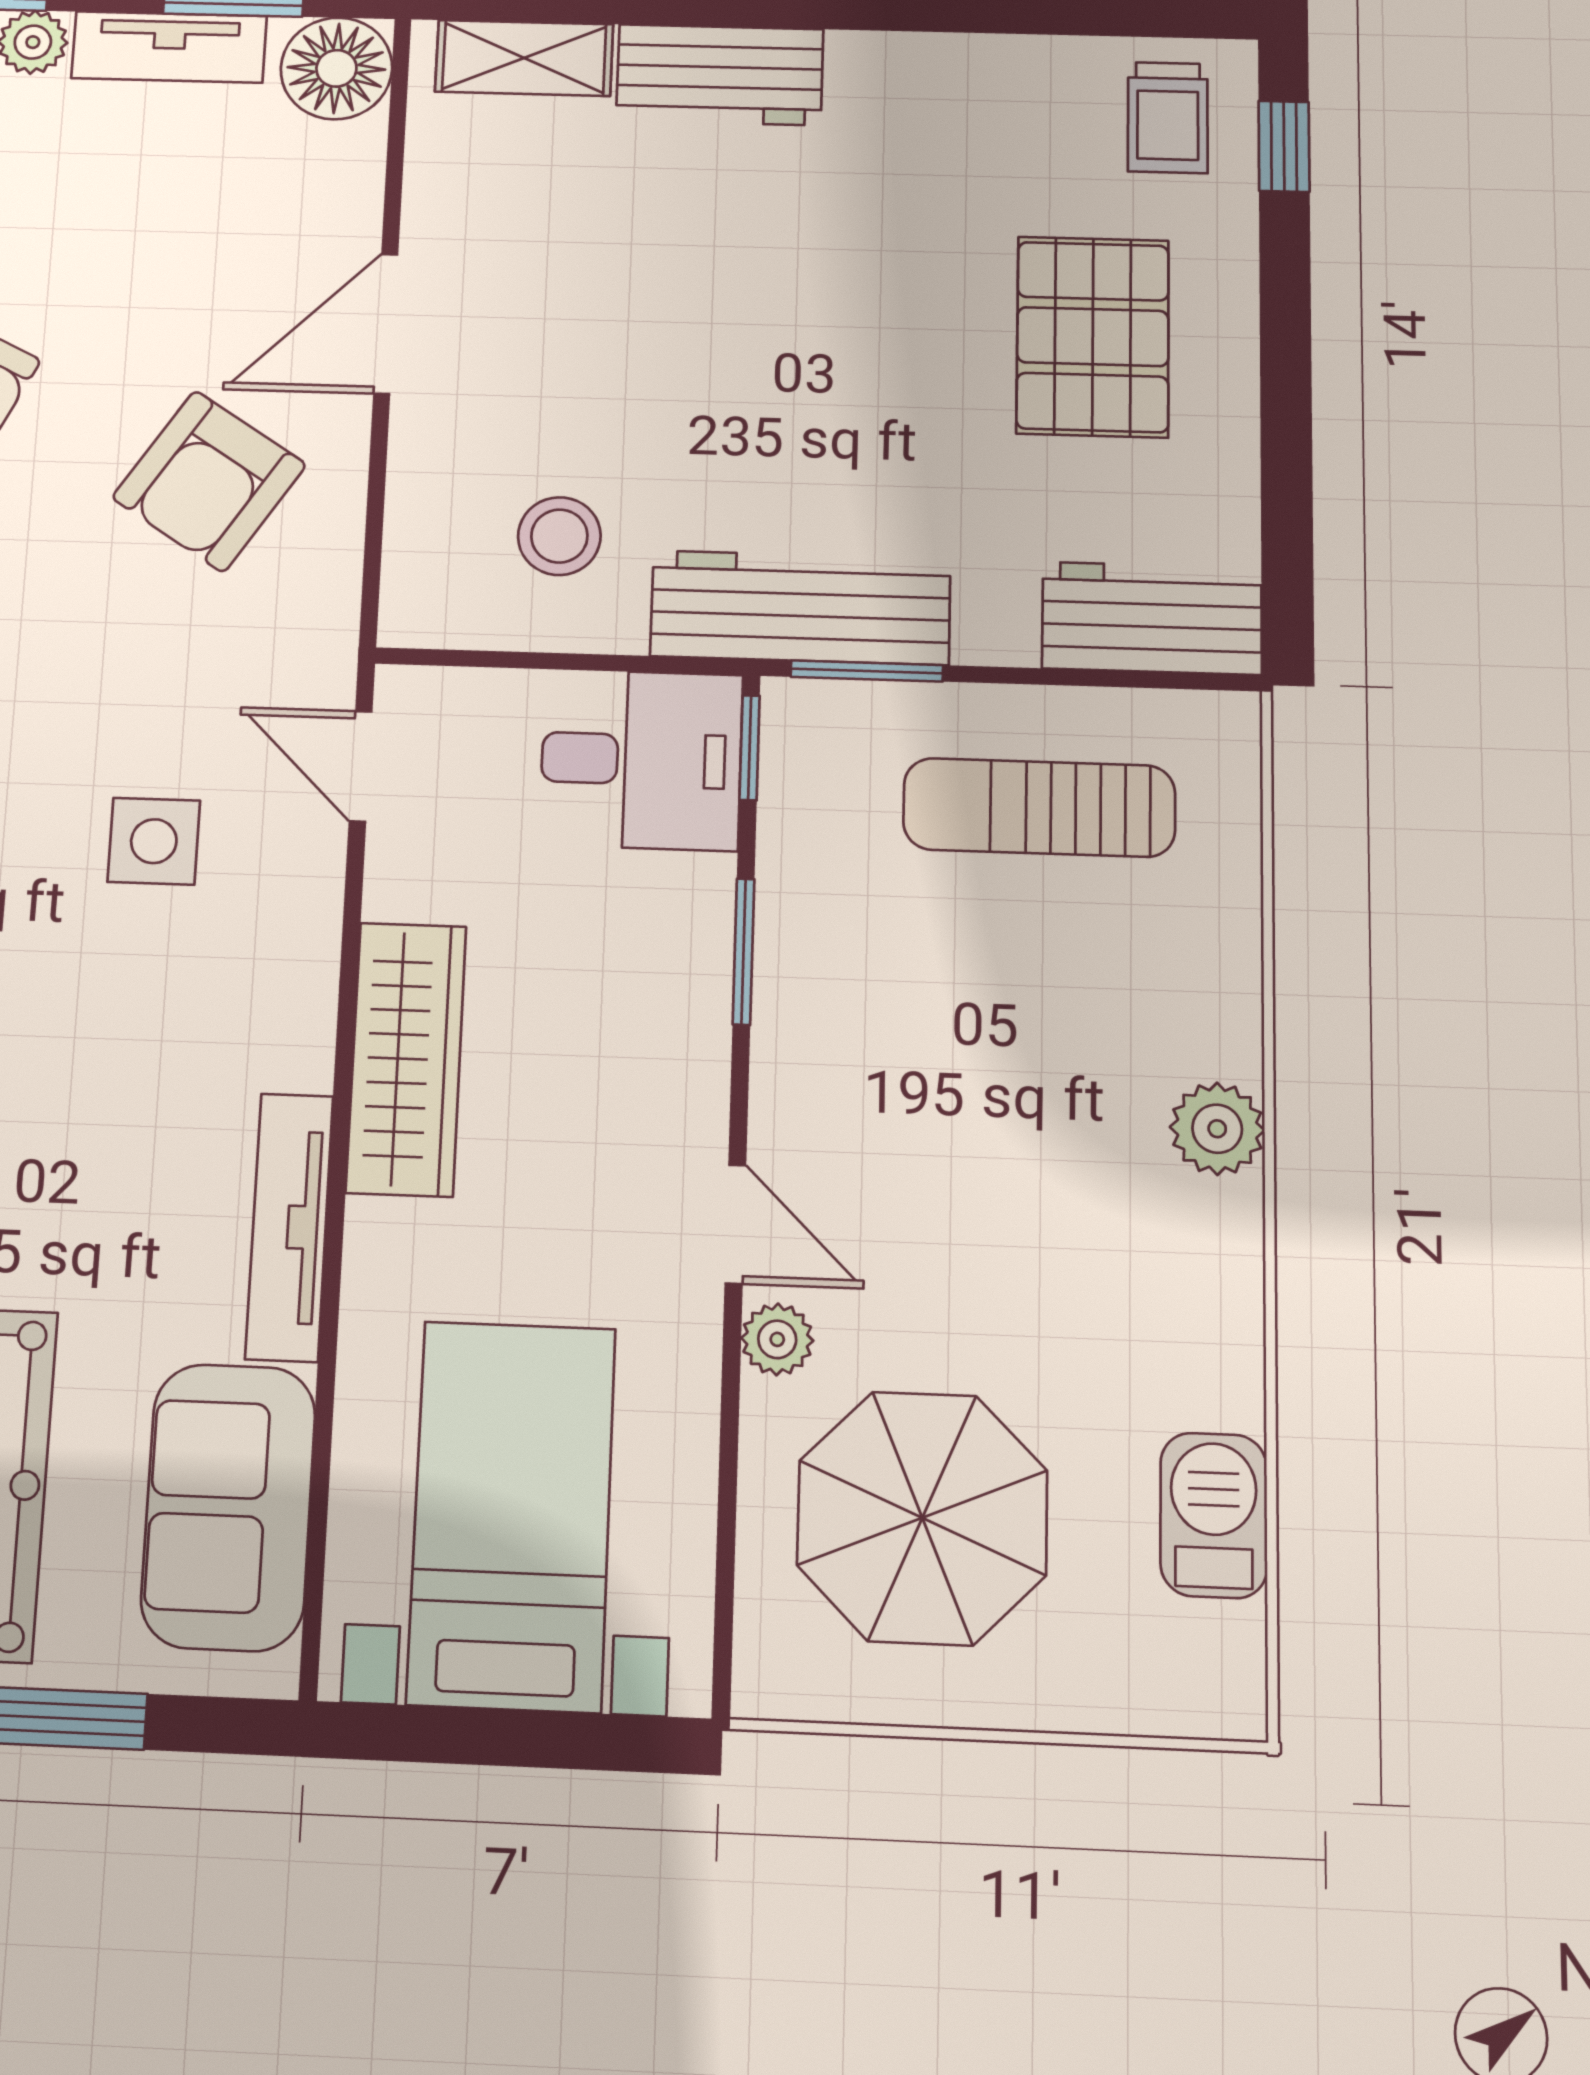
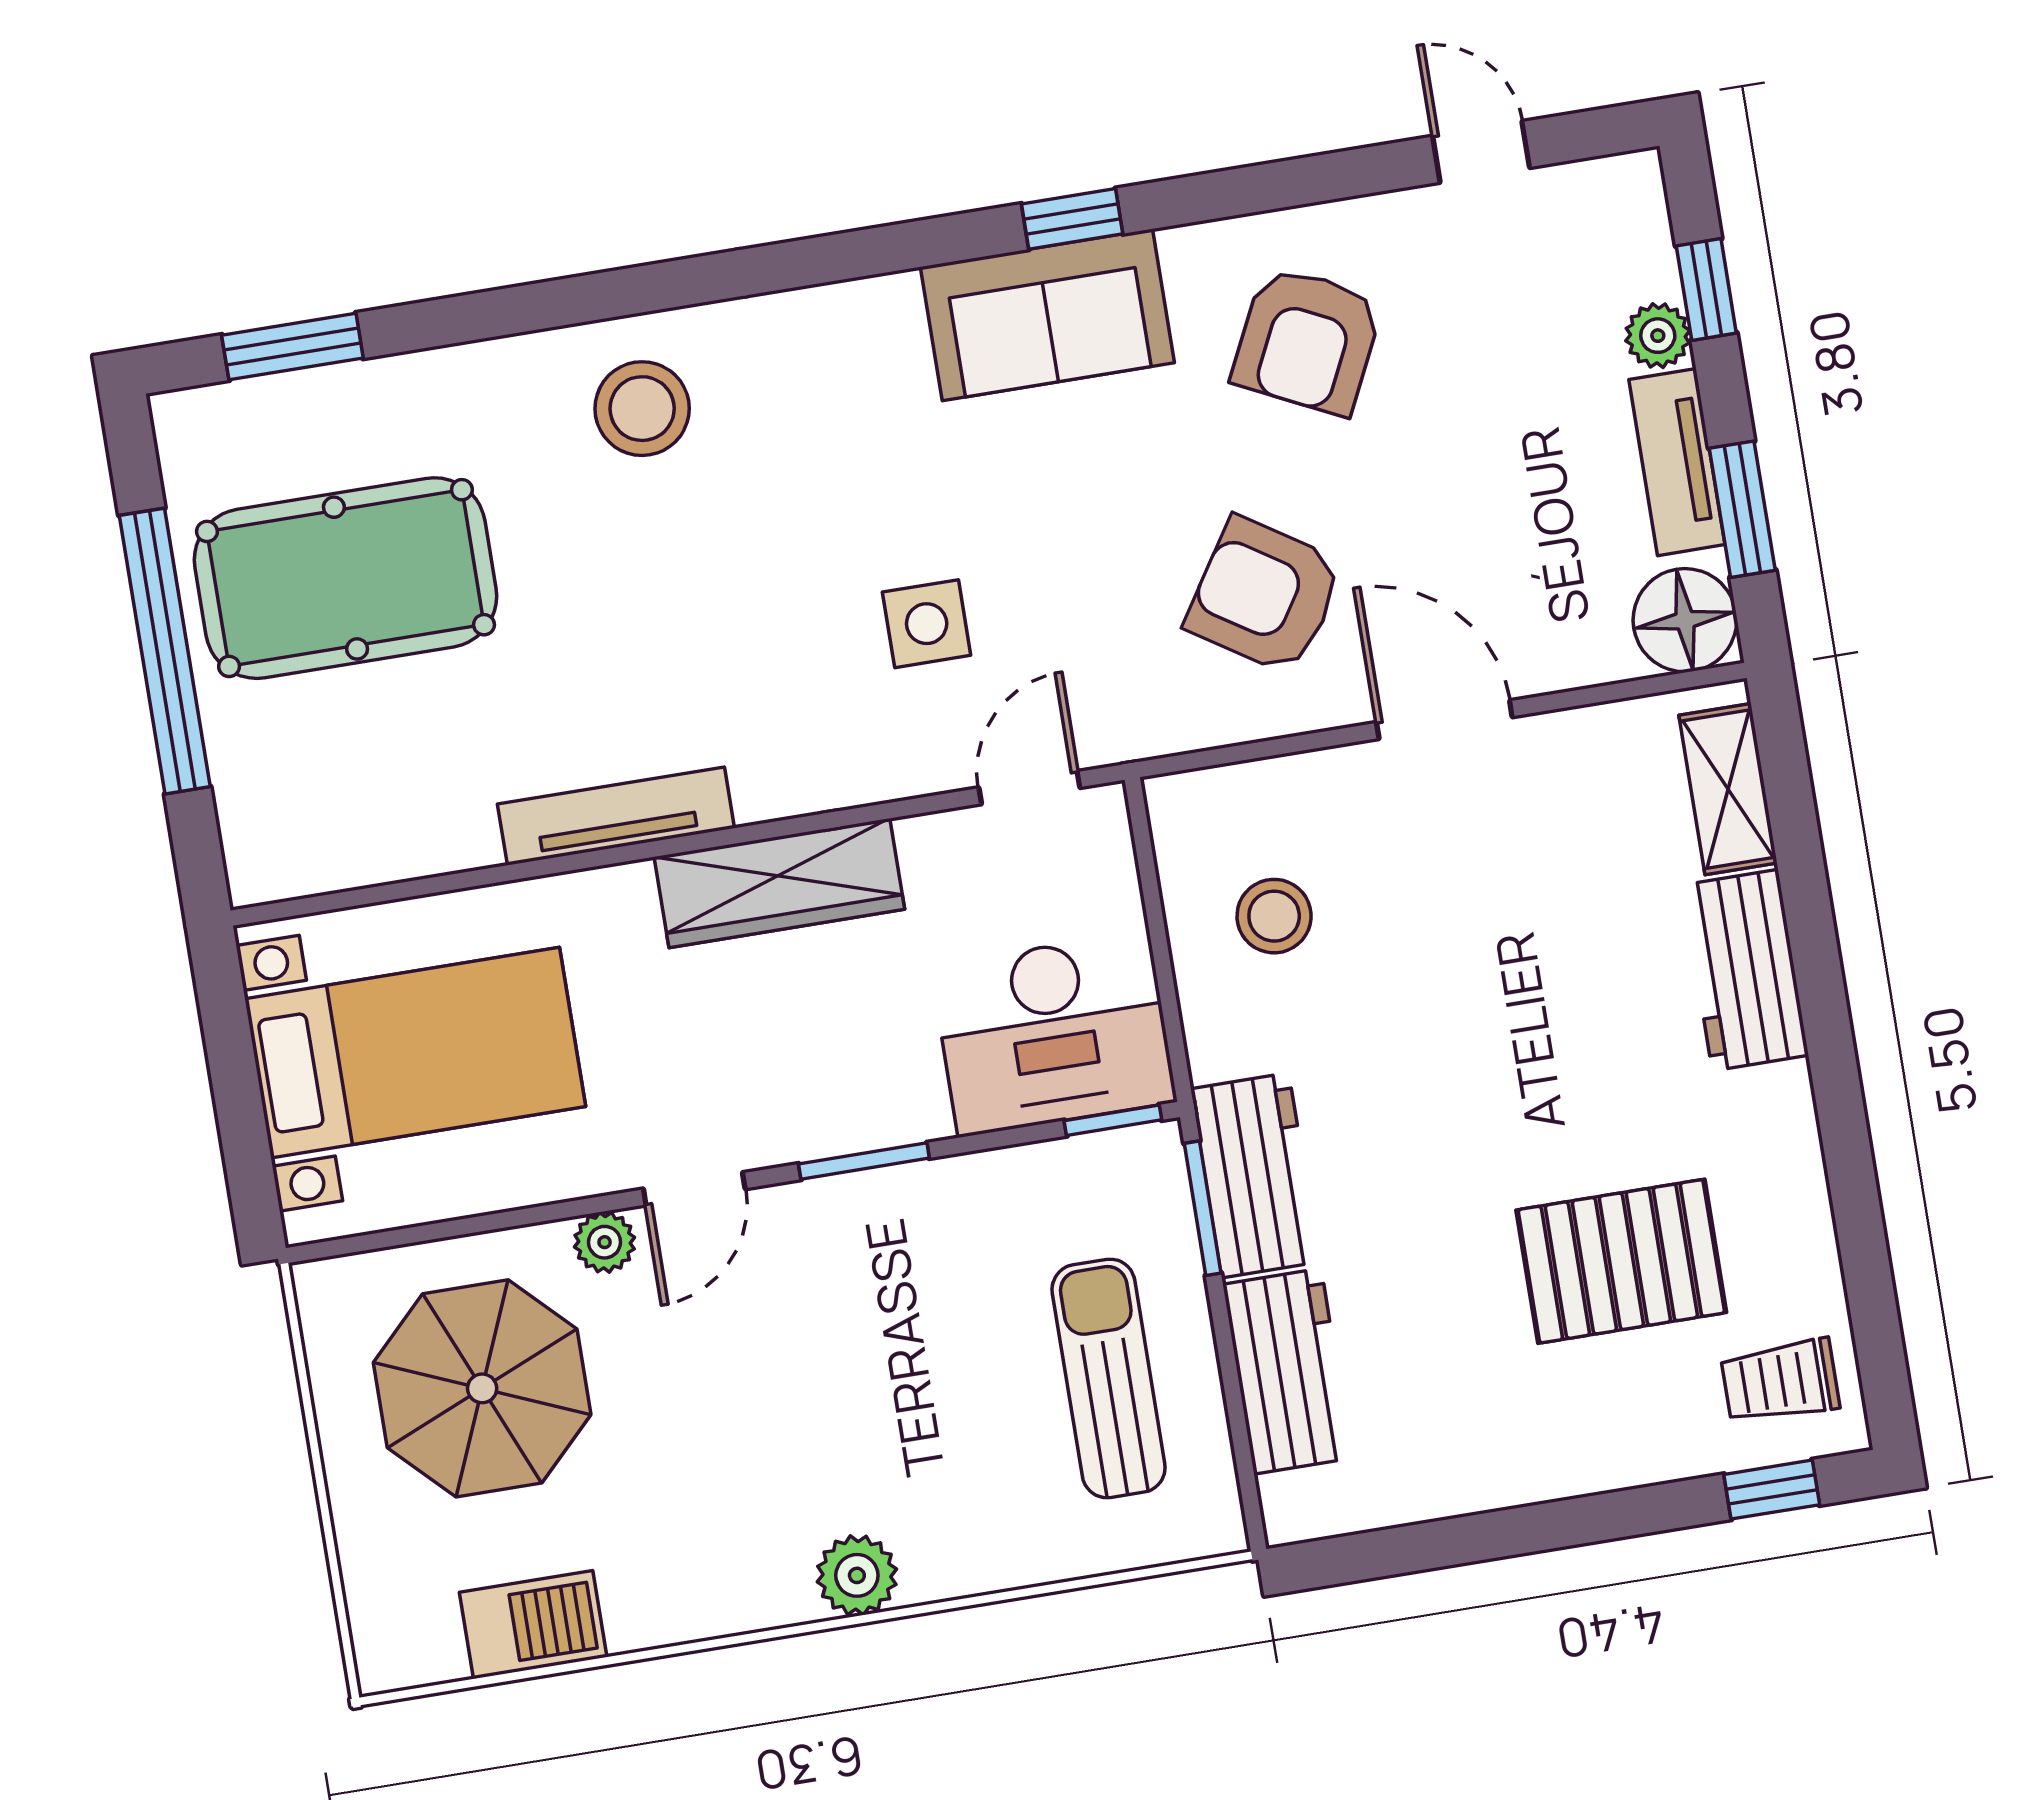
pallet: (1093, 337) -> (1621, 1261), moved
workbench: (800, 608) -> (1255, 1175), width x0.73
workbench: (1152, 618) -> (1287, 1371), moved
desk: (641, 760) -> (1054, 1034), width x1.37
window: (744, 951) -> (864, 1161), moved
sofa: (228, 1507) -> (374, 818), removed

